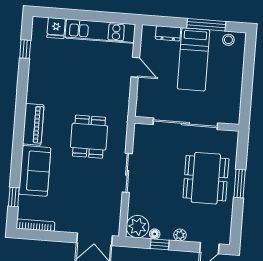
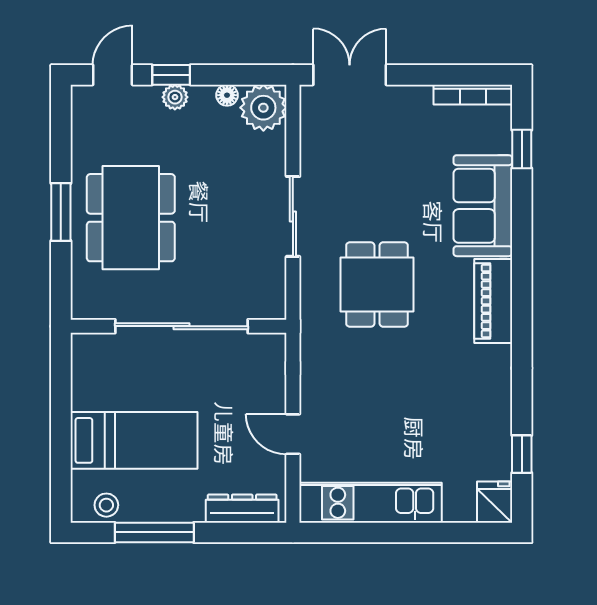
fridge: (56, 28) -> (495, 502), moved
dresser: (168, 33) -> (242, 509), width x1.44
bed: (194, 59) -> (134, 440), moved, turned 90
window: (160, 244) -> (171, 75), moved

